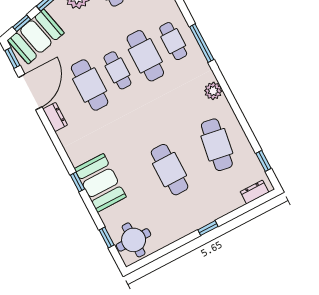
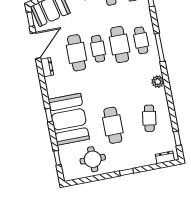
cafe table: (217, 145) -> (149, 118), width x0.73, depth x0.74
booth: (100, 183) -> (69, 119), width x1.36, depth x1.42
round table: (134, 240) -> (93, 159), moved

